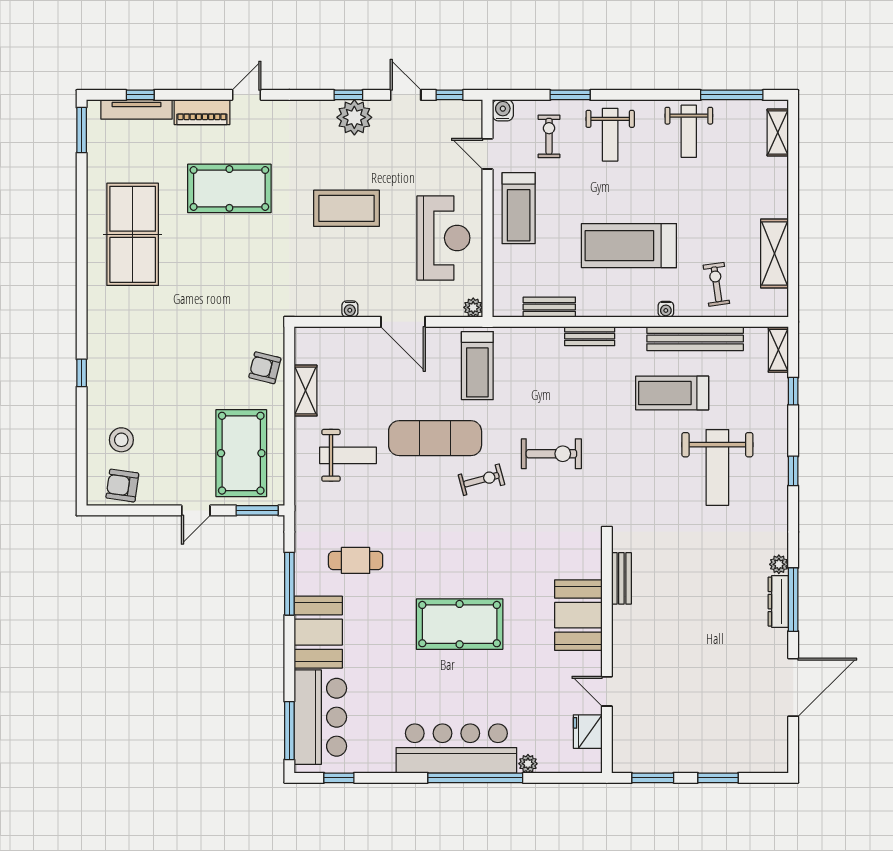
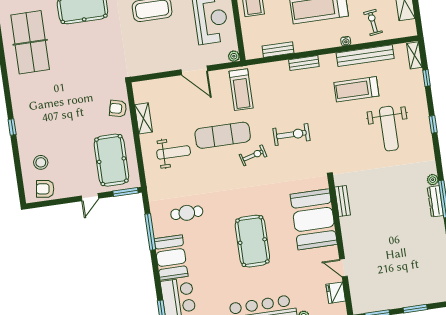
water cooler: (350, 309) -> (162, 67), removed
booth: (578, 615) -> (314, 219), width x1.36, depth x1.42
pool table: (460, 624) -> (252, 241), turned 90

